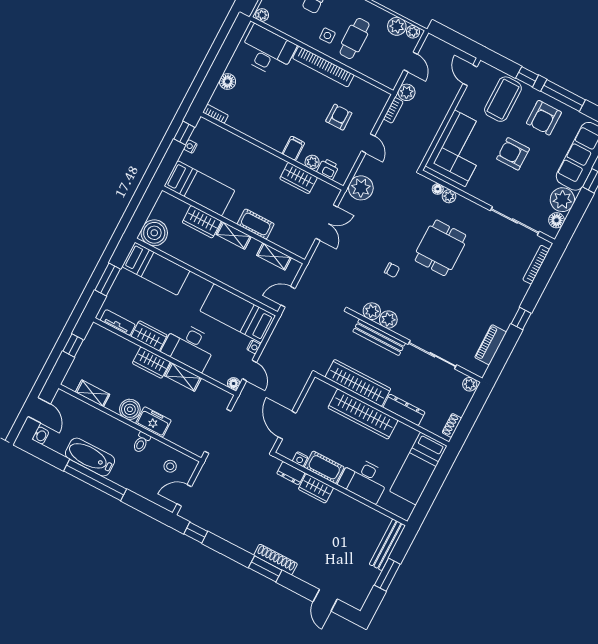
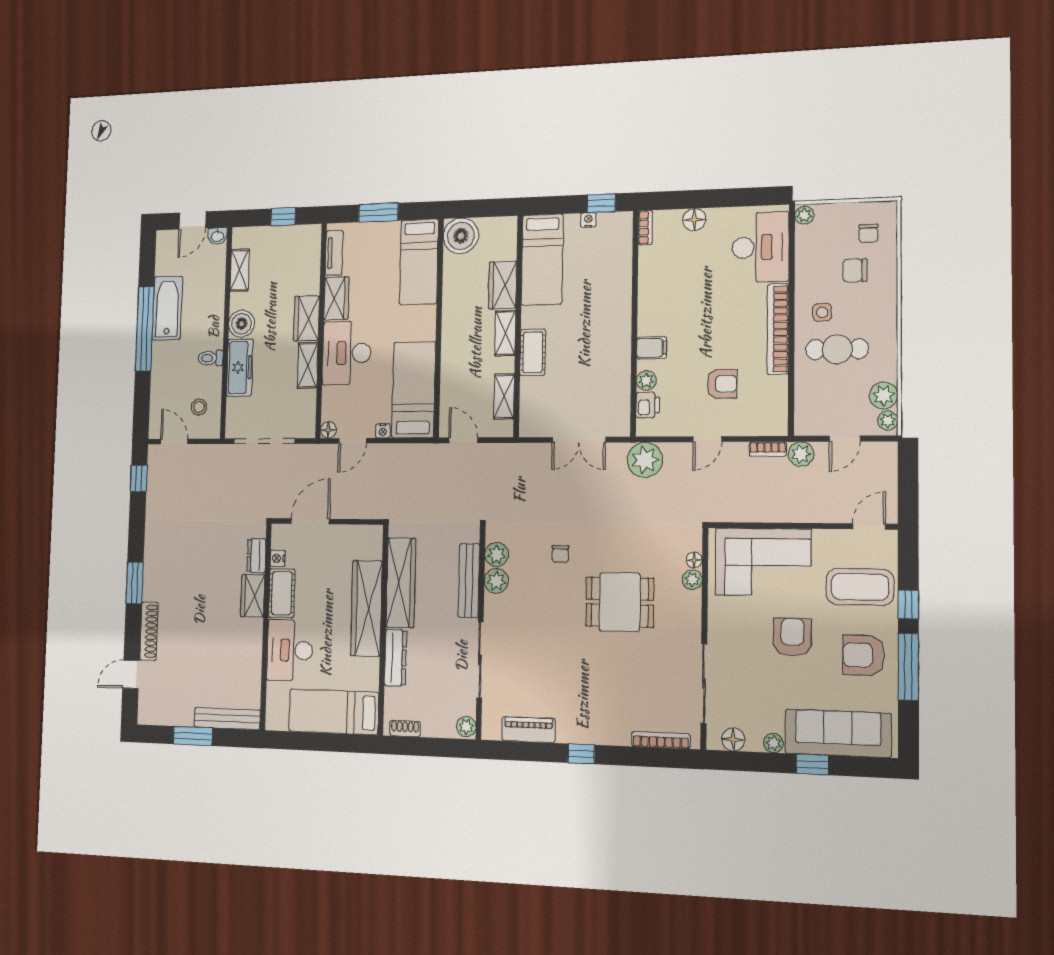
wardrobe: (299, 178) -> (617, 375), removed
plant: (562, 200) -> (773, 743), width x0.53, depth x0.53
freezer: (153, 422) -> (240, 367), width x1.40
washbasin: (41, 435) -> (218, 236), moved
shoe rack: (276, 559) -> (149, 631), moved

